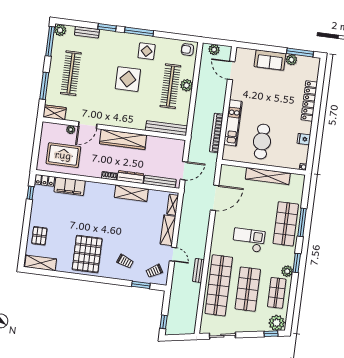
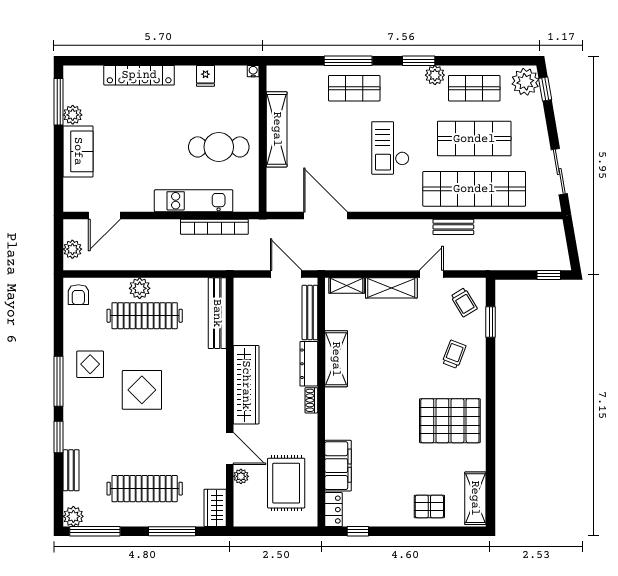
shop shelf: (286, 224) -> (354, 88), width x0.70, depth x0.74

